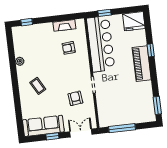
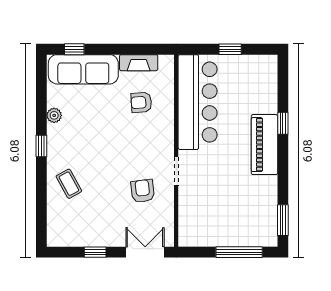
window: (105, 13) -> (230, 49), moved
fridge: (134, 21) -> (260, 70), removed
window: (15, 80) -> (41, 146), added
coffee table: (38, 86) -> (69, 184), moved
sofa: (43, 126) -> (83, 69), moved, turned 180
window: (122, 128) -> (239, 252), moved

